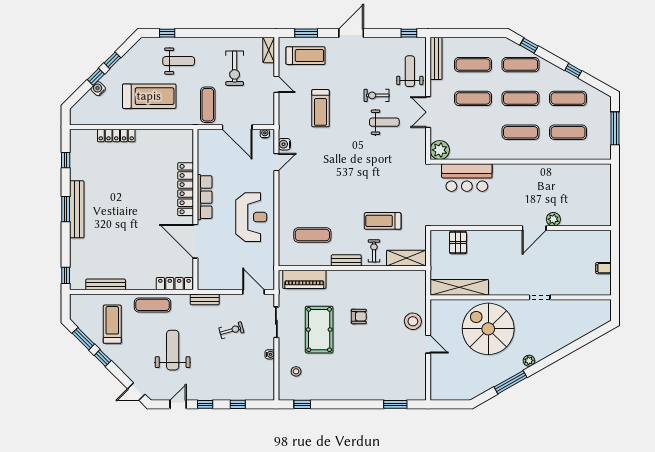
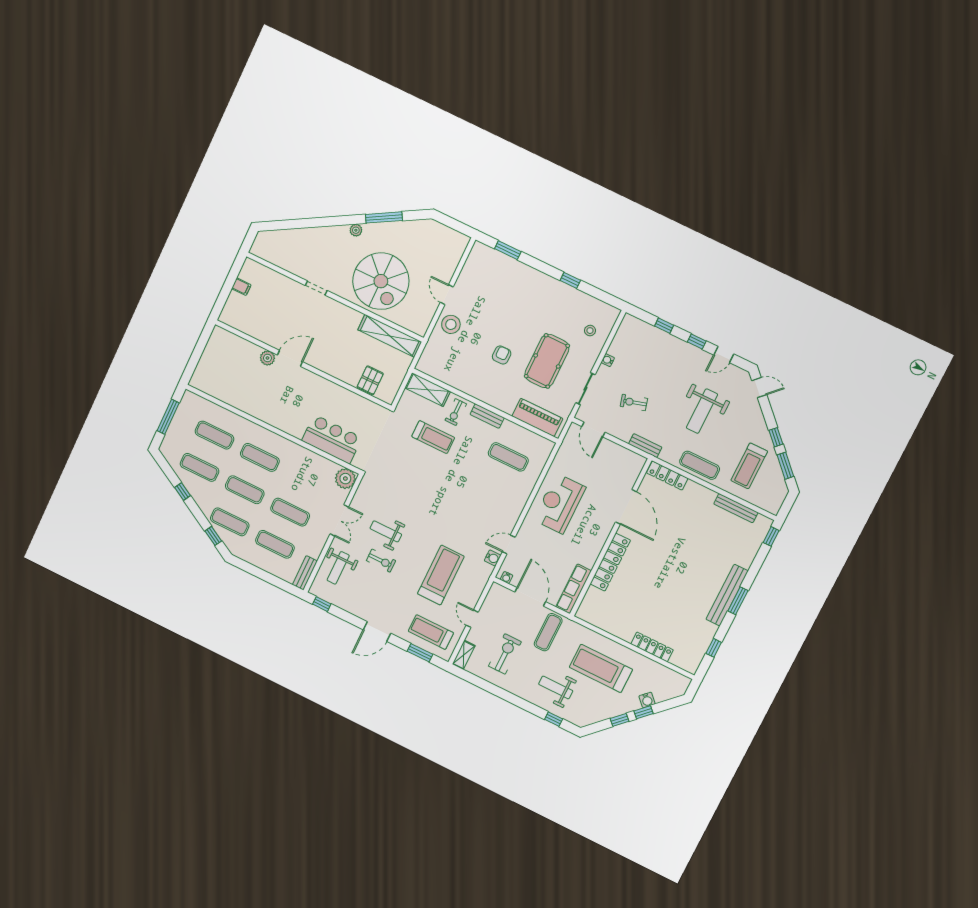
bench: (436, 58) -> (305, 573), width x0.73
treadmill: (320, 108) -> (441, 575), width x1.37, depth x1.38
row of seats: (205, 197) -> (574, 589), moved
armchair: (359, 316) -> (502, 355), turned 90
window: (302, 404) -> (570, 280), moved

